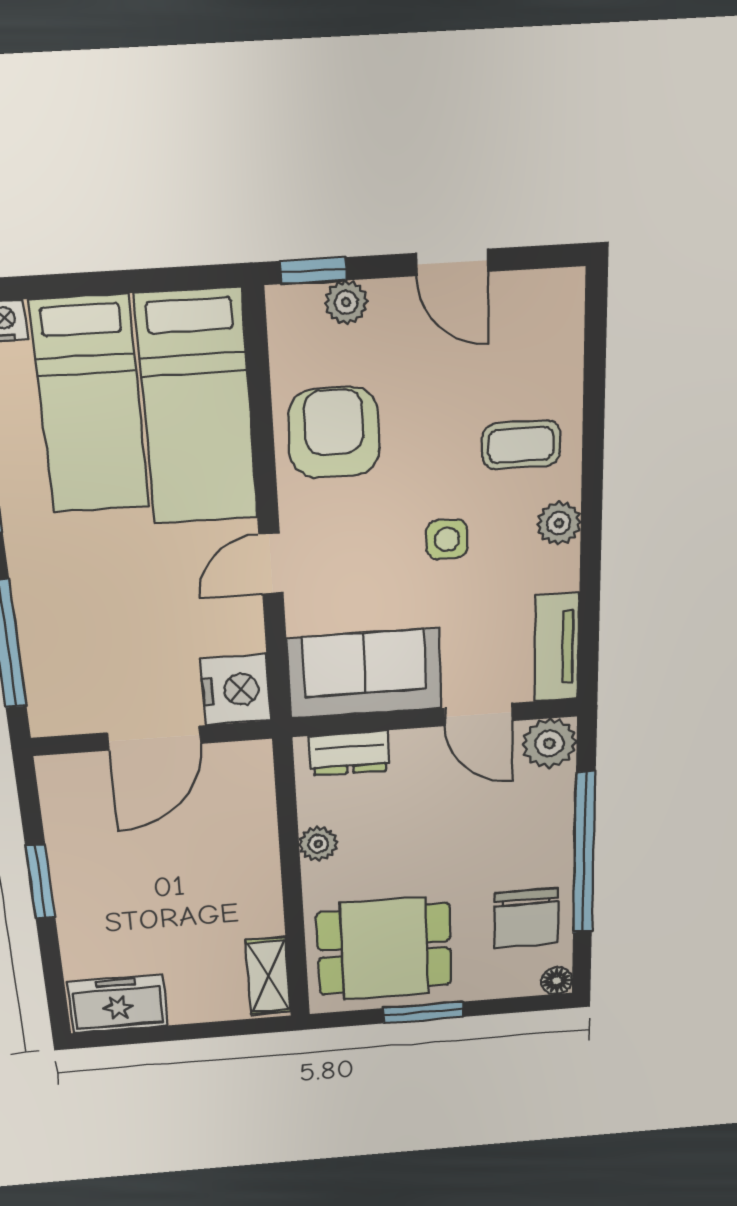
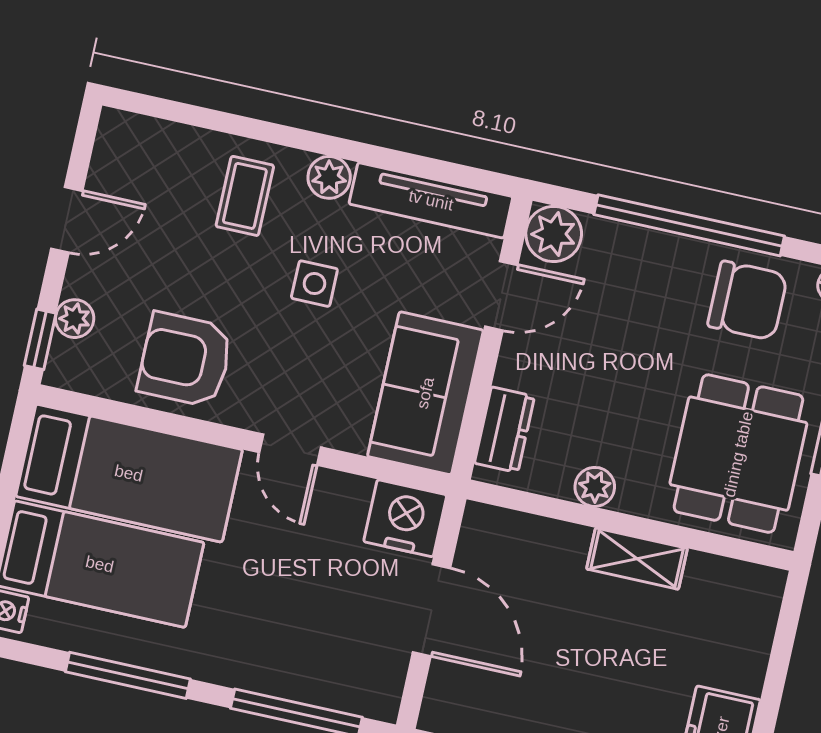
tv unit: (557, 647) -> (431, 200), width x1.41
shelving: (268, 976) -> (637, 559), moved

